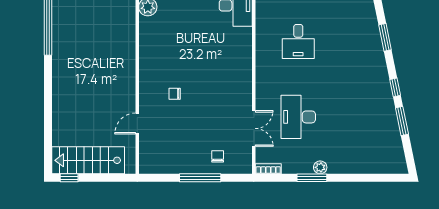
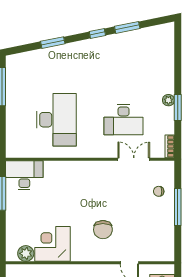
corner desk: (159, 37) -> (52, 244), added
desk: (298, 41) -> (56, 120), width x1.87, depth x1.30
chair: (175, 94) -> (103, 230), width x1.87, depth x1.87

